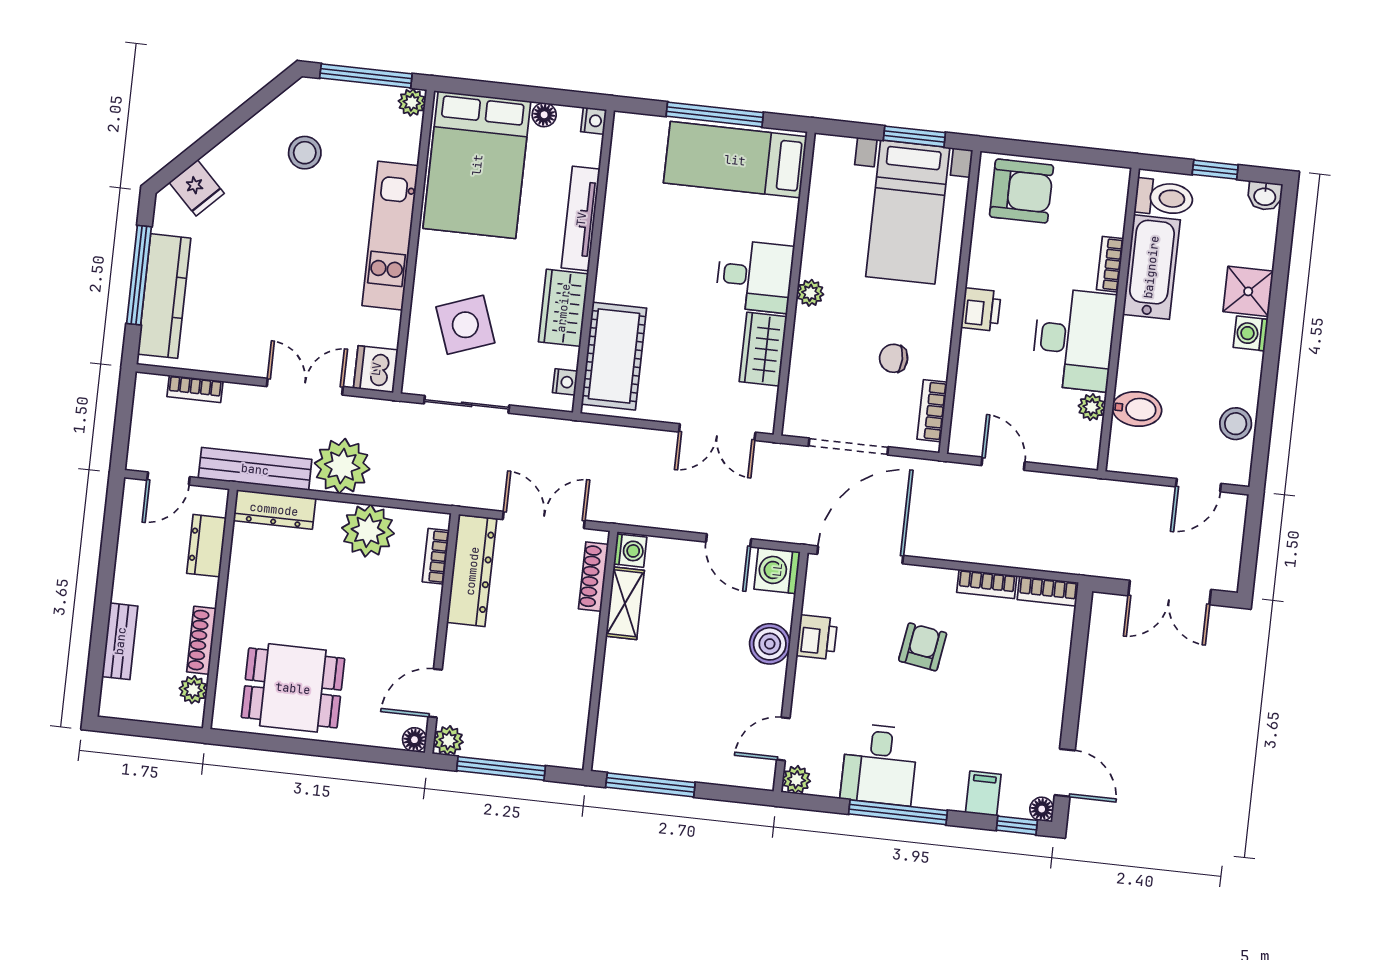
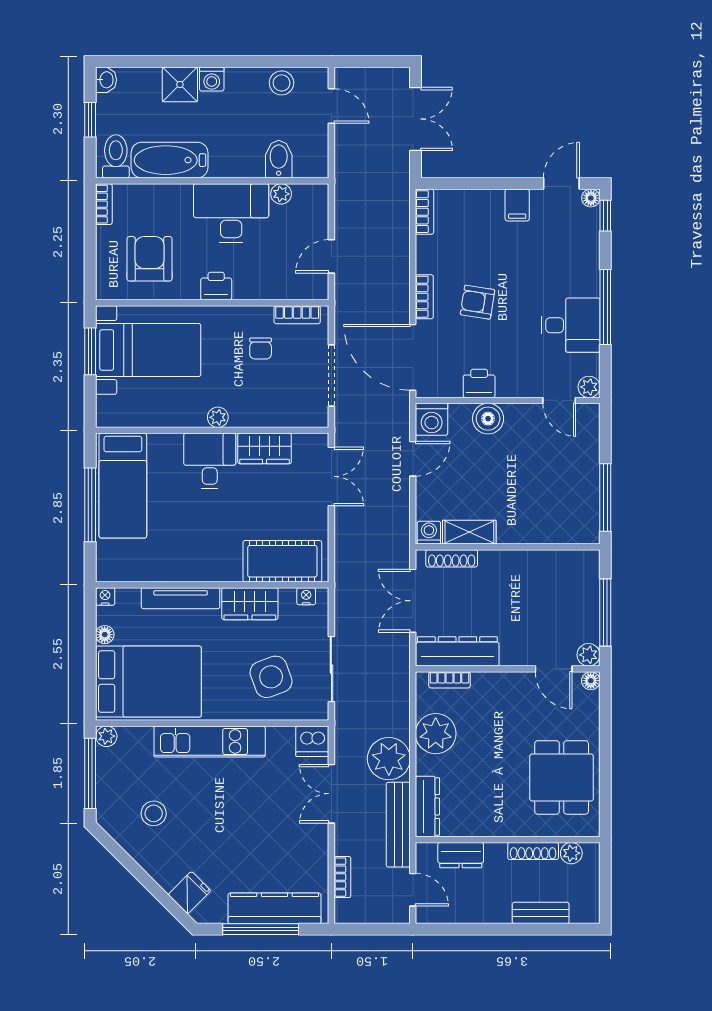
armchair: (1022, 191) -> (150, 259), moved
bookcase: (1110, 264) -> (104, 204), moved, turned -90
bookcase: (987, 584) -> (424, 297), moved
filing cabinet: (983, 793) -> (517, 205), moved, turned -90

